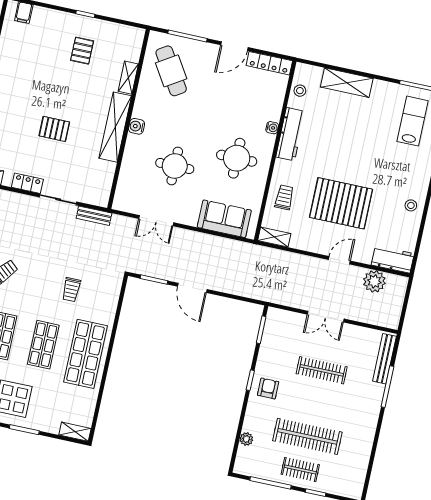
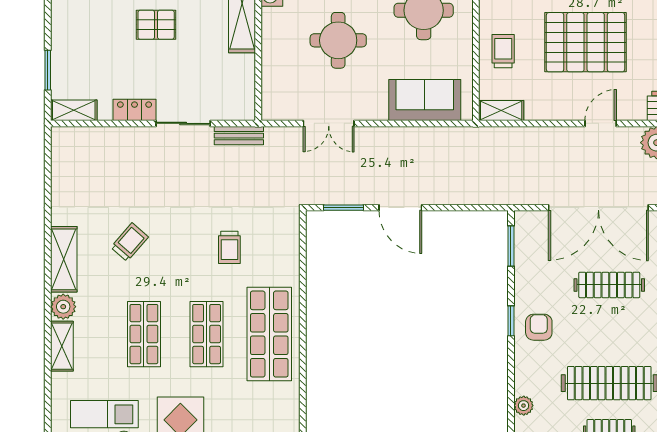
double door: (326, 317) -> (598, 208), width x1.87

